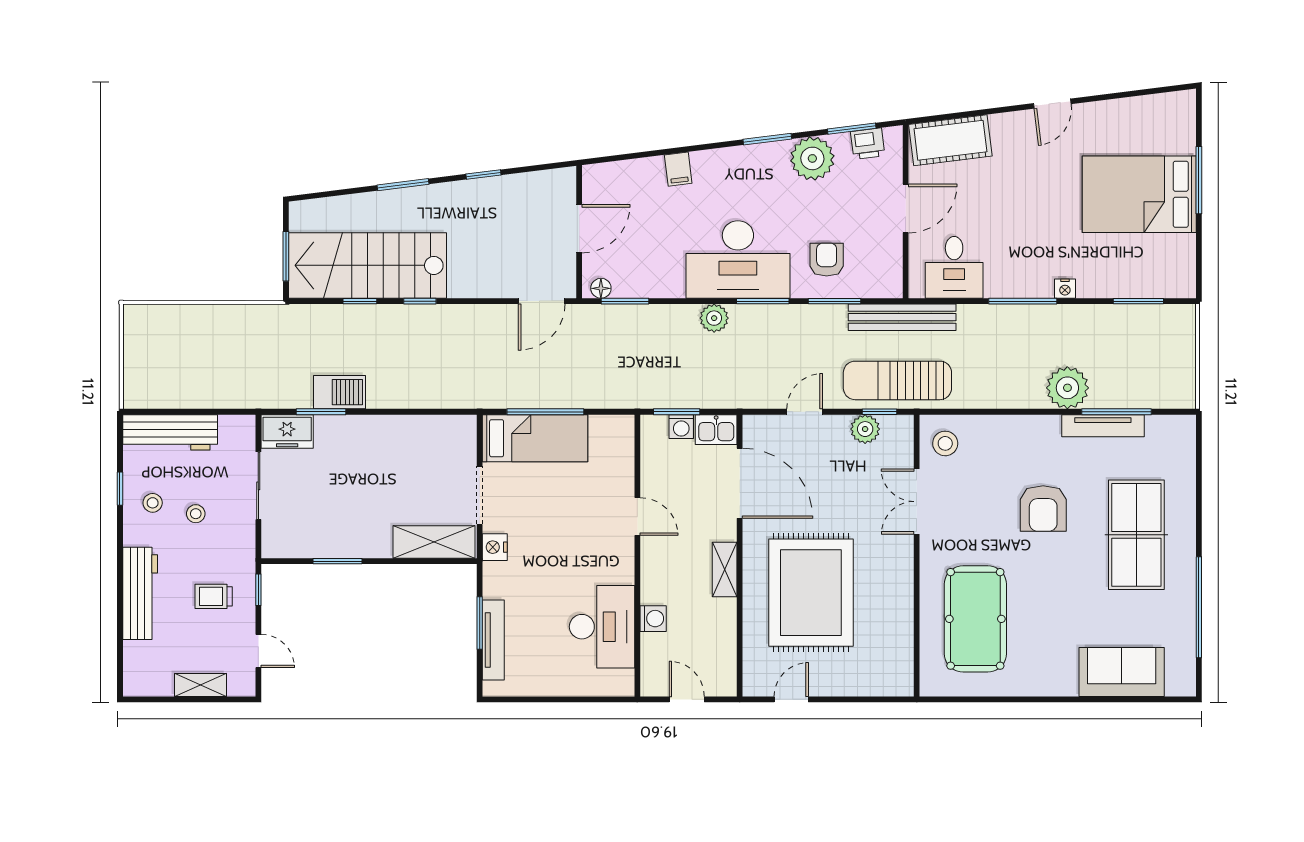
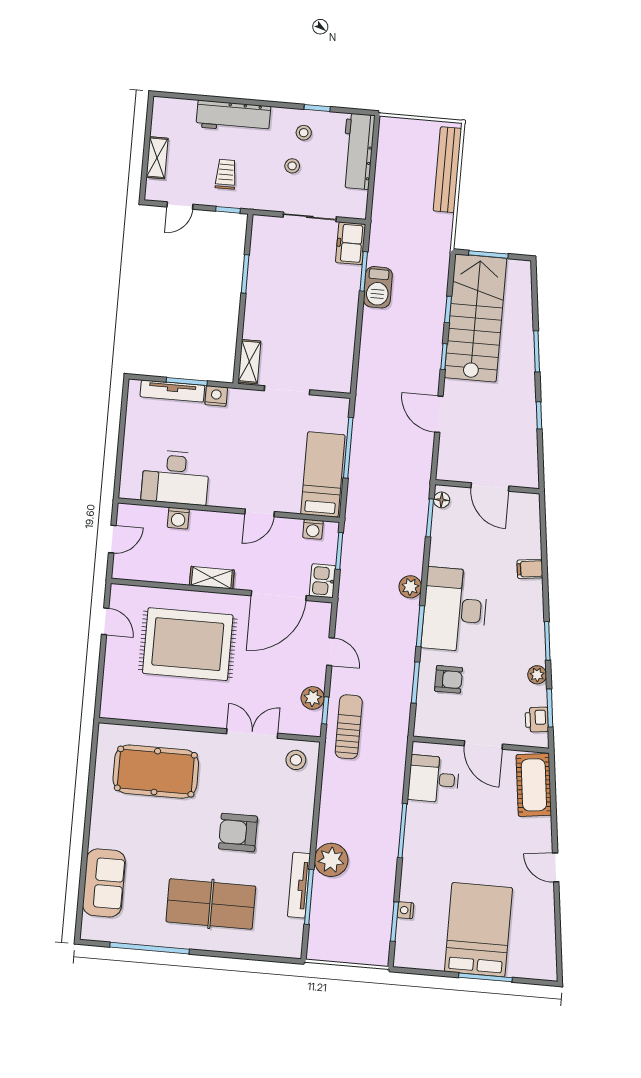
plant: (812, 158) -> (537, 675), width x0.53, depth x0.53
nightstand: (1065, 289) -> (405, 910), moved
door: (542, 301) -> (439, 414), moved
bench: (902, 317) -> (447, 170), moved
sun lounger: (897, 380) -> (349, 727), width x0.73, depth x0.75
washing machine: (681, 427) -> (313, 529), moved, turned -90
bed: (535, 438) -> (323, 474), moved, turned 180
shelving: (434, 542) -> (249, 362), width x0.67, depth x0.75
nightstand: (495, 547) -> (216, 396), moved

